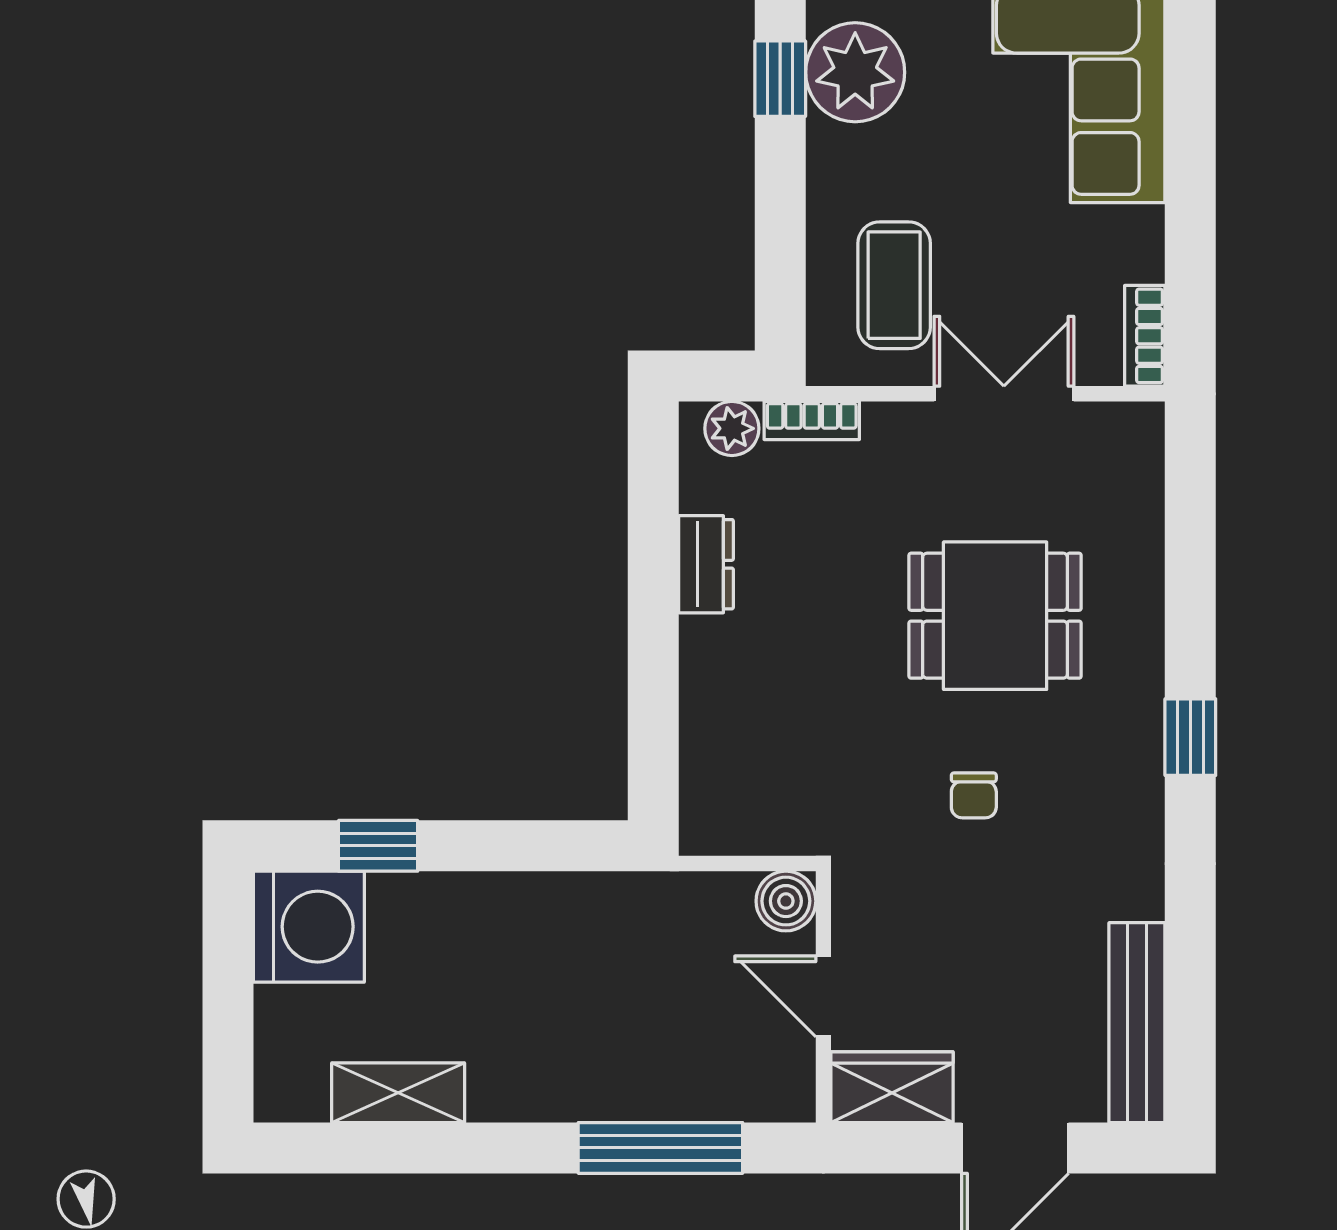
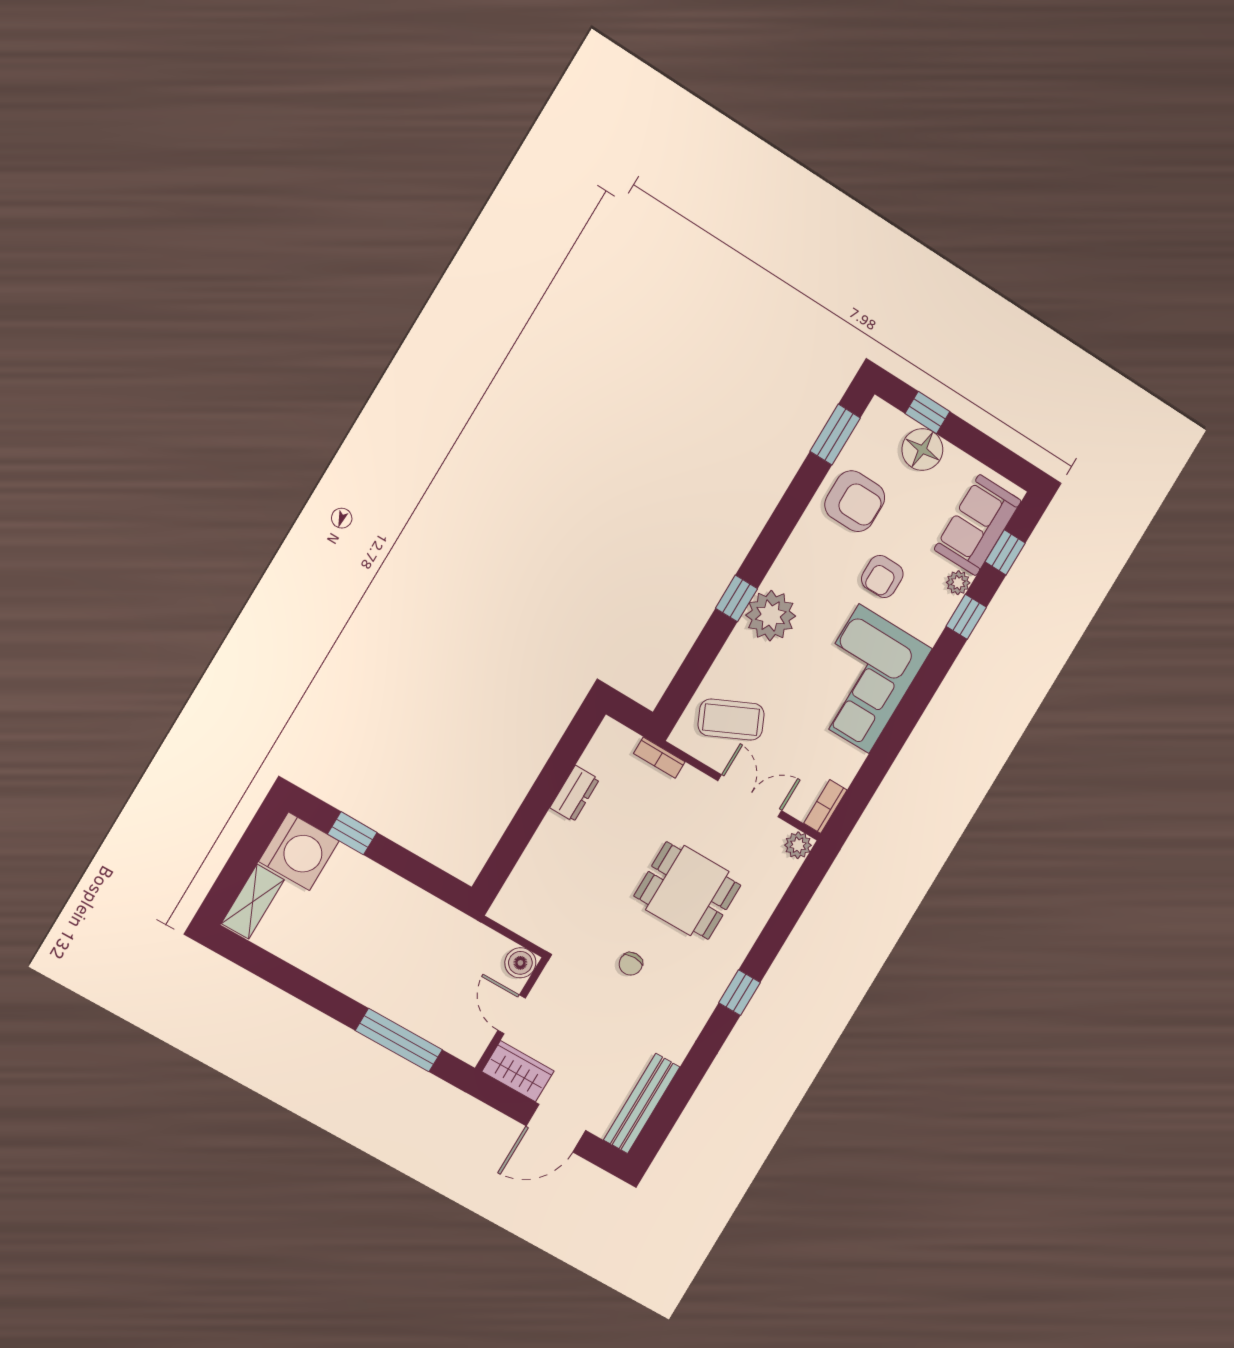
coffee table: (894, 285) -> (731, 720), turned 65
plant: (732, 428) -> (798, 845), moved
shelving: (398, 1093) -> (253, 902), moved, turned 90

